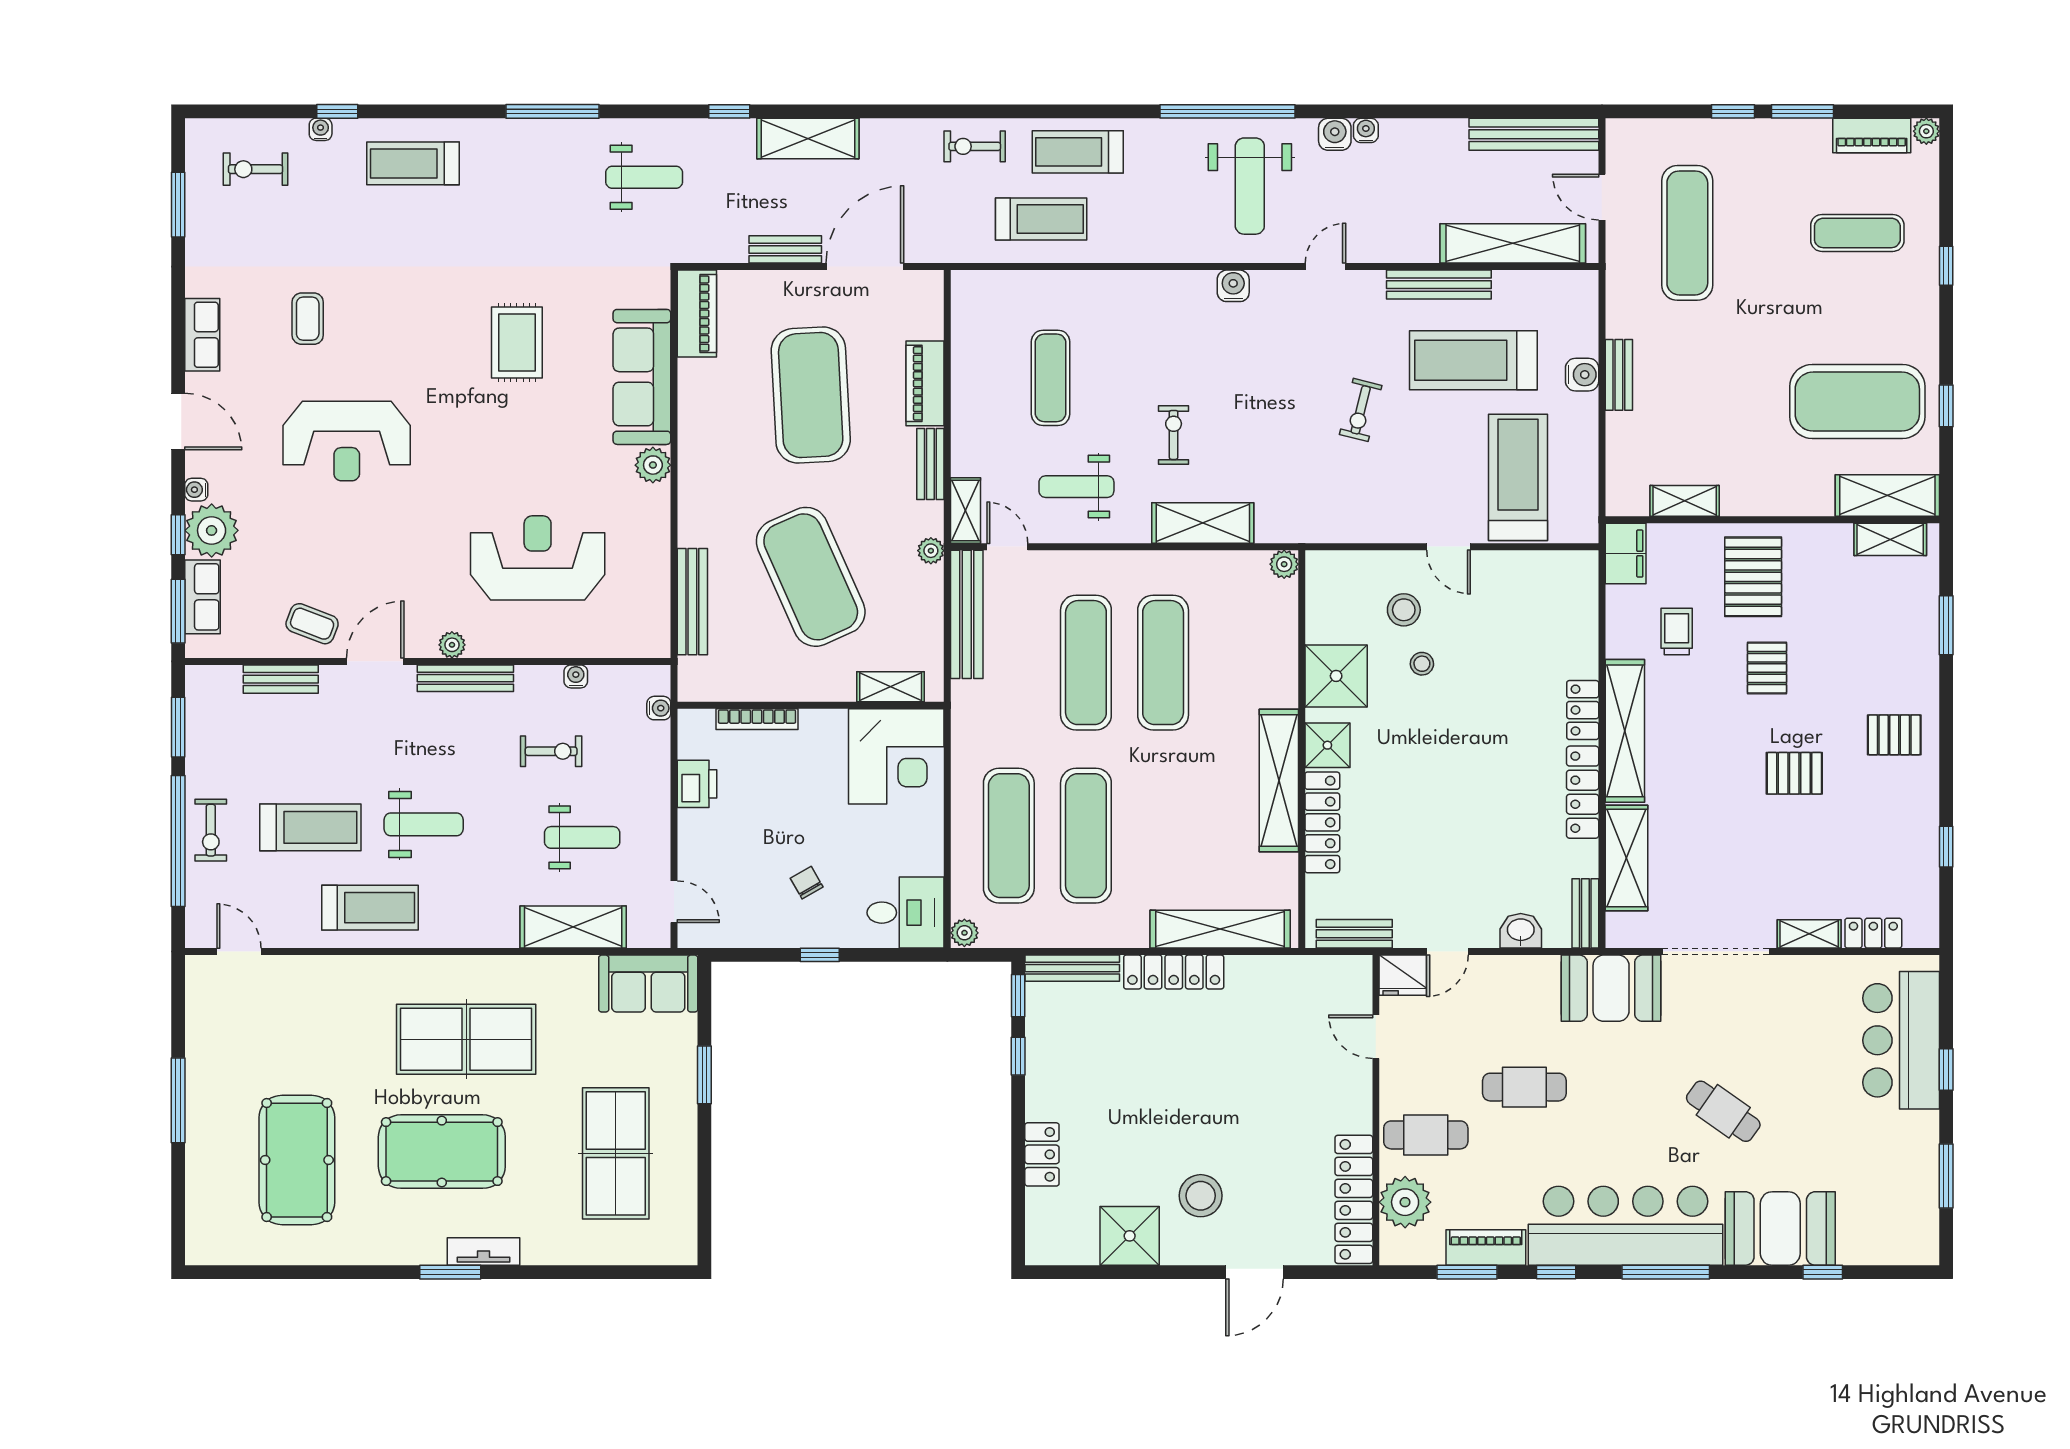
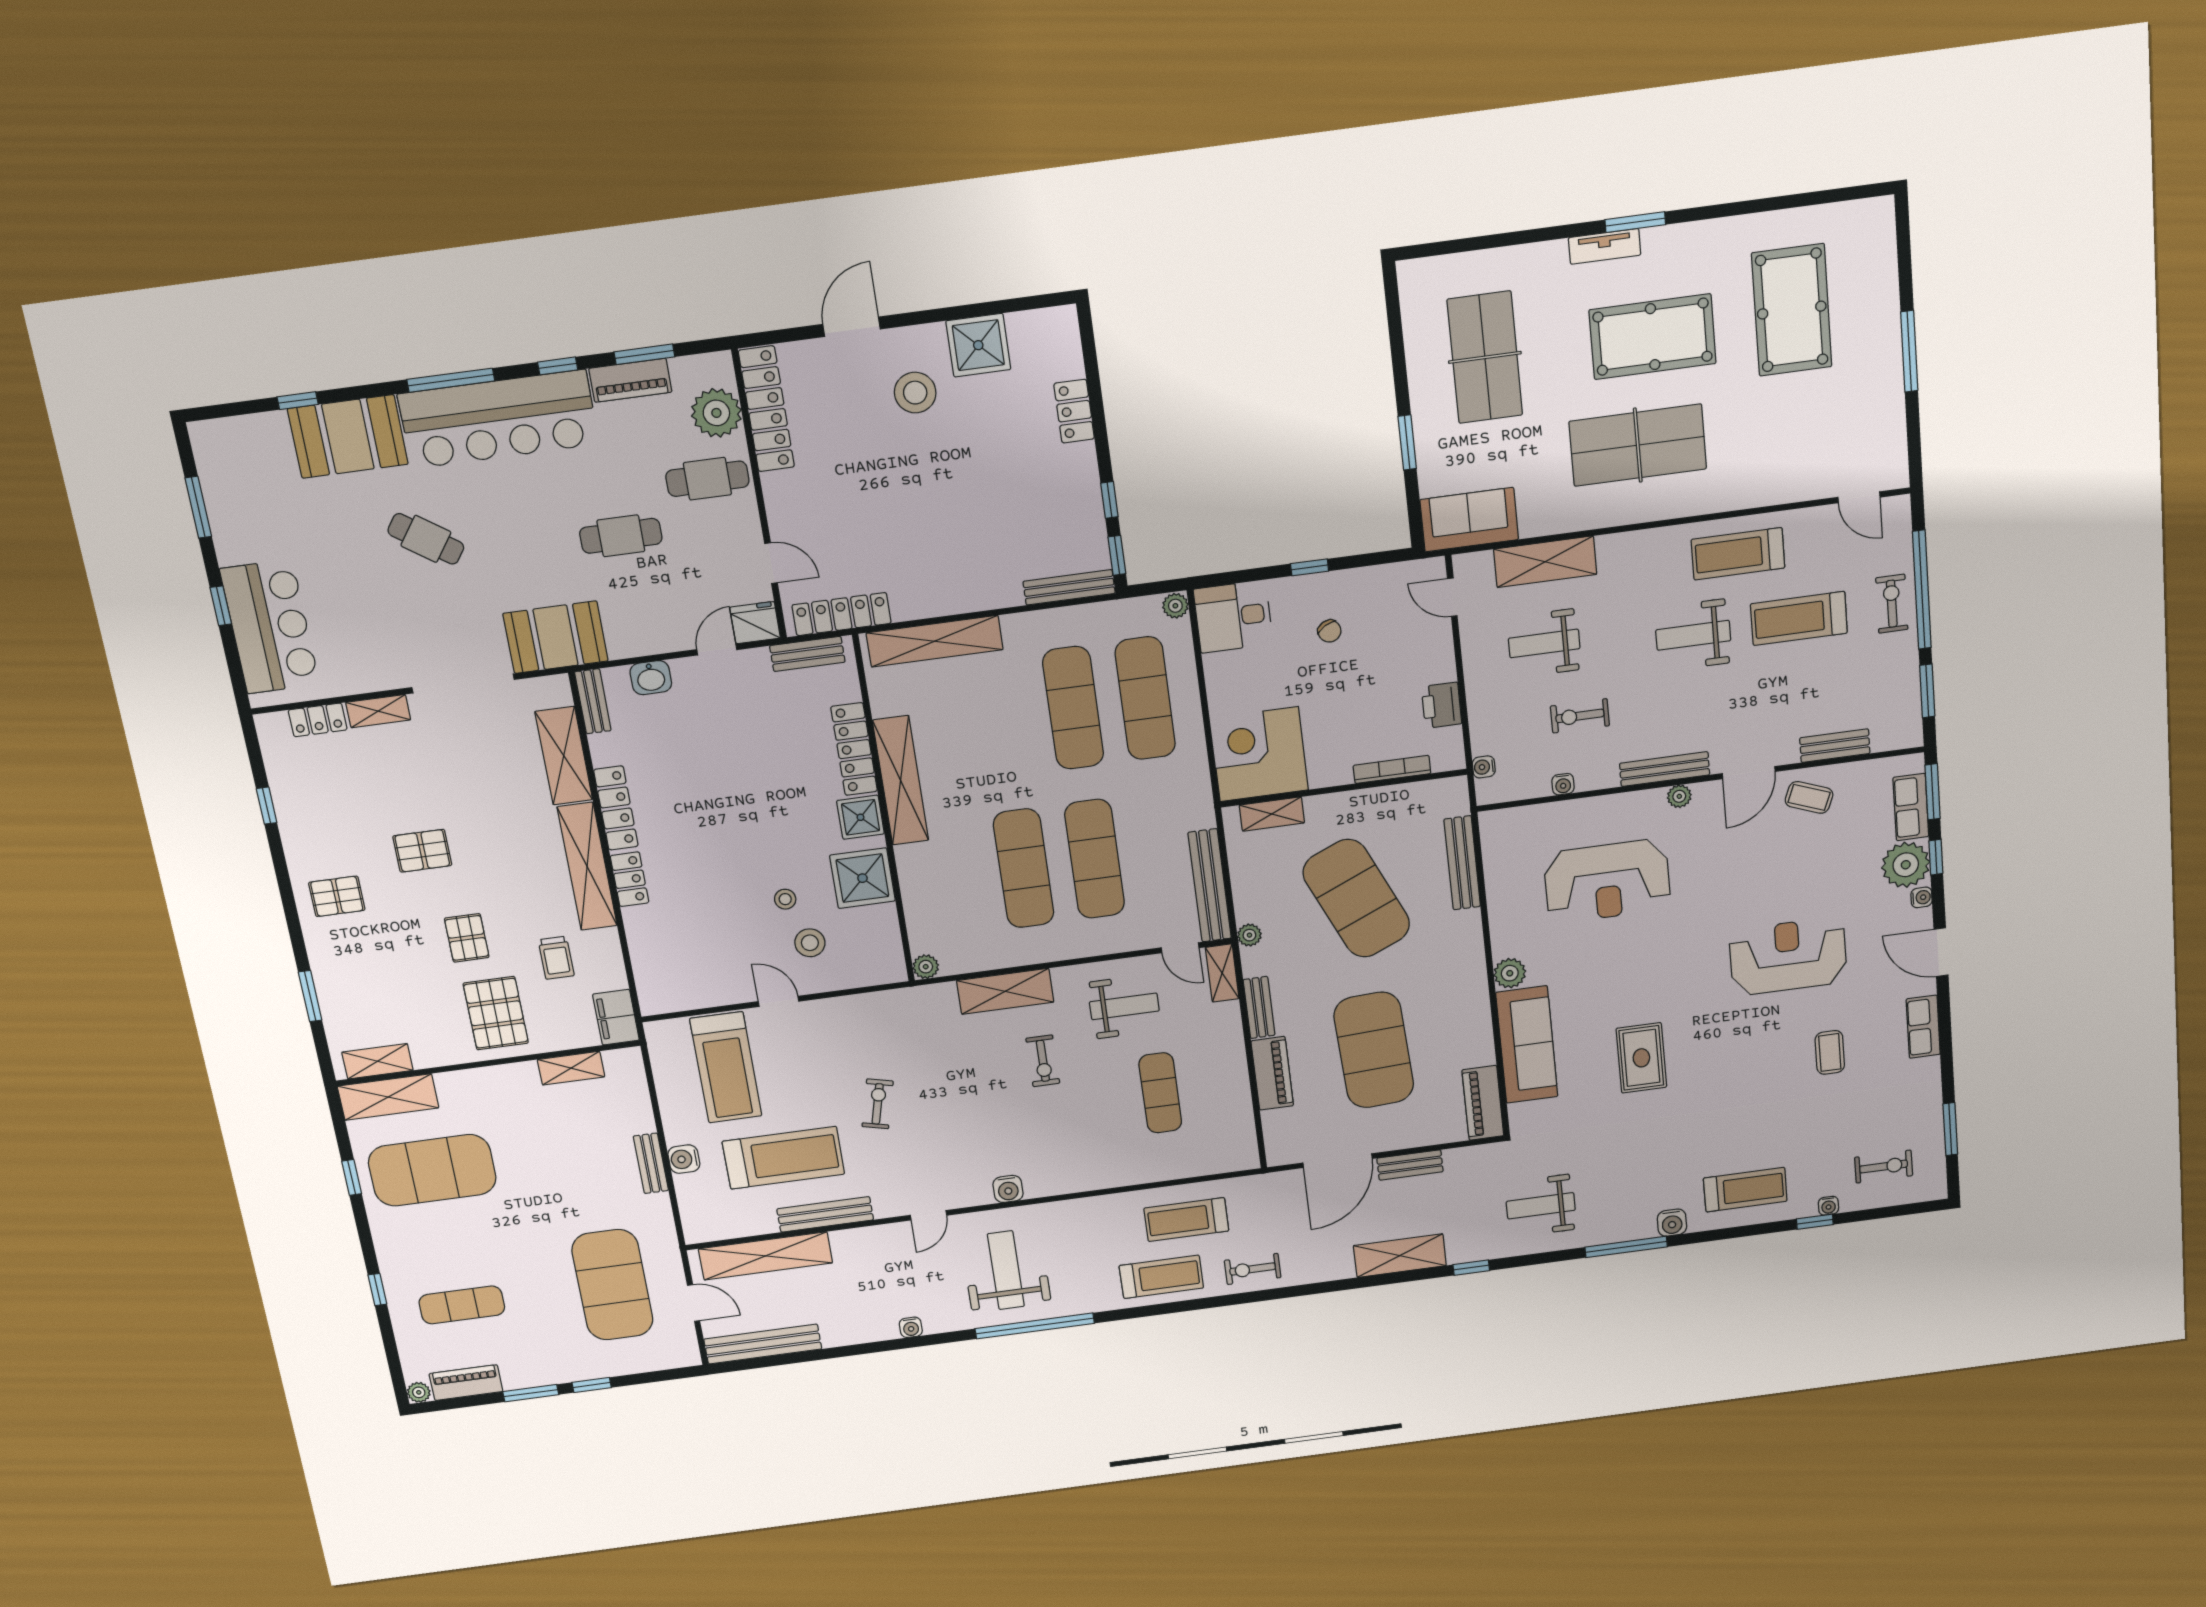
water cooler: (1335, 134) -> (1672, 1223), moved
exercise bike: (975, 146) -> (1253, 1269), turned 180
exercise mat: (1687, 233) -> (612, 1285), width x1.47
locker: (1174, 972) -> (842, 614), moved

